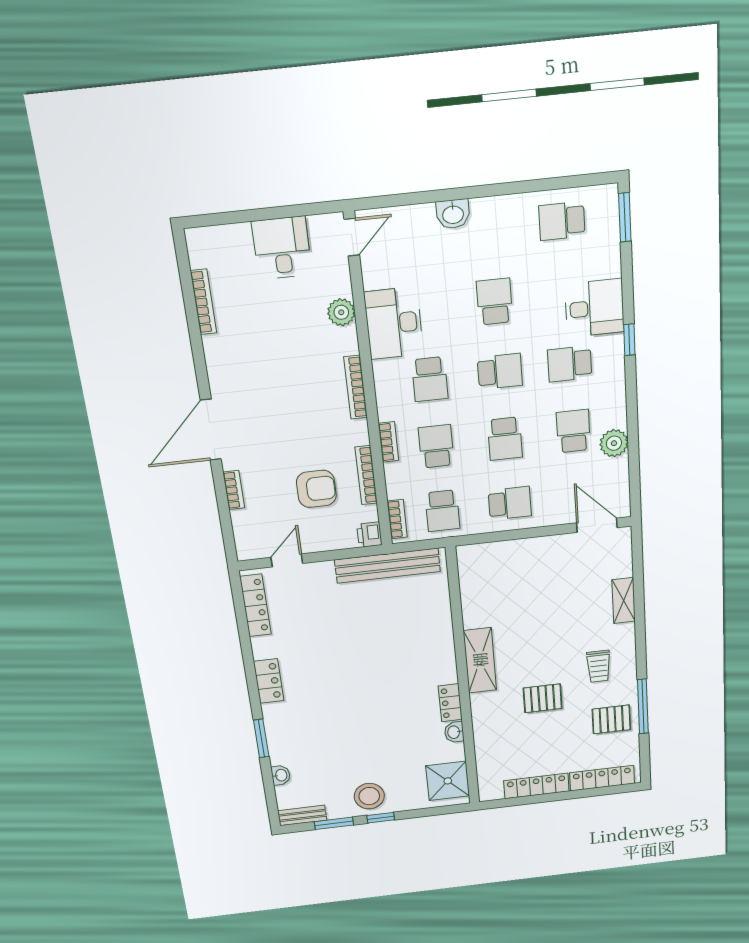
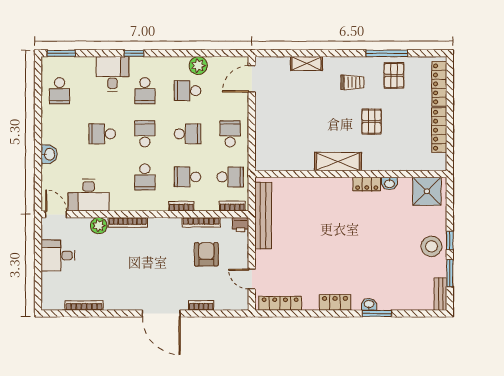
desk: (394, 323) -> (89, 195), moved
school desk: (430, 379) -> (145, 177), turned 90
bookcase: (356, 387) -> (128, 222), moved
washbasin: (281, 775) -> (369, 304), moved

